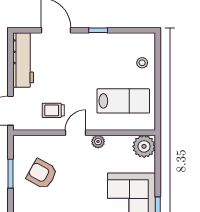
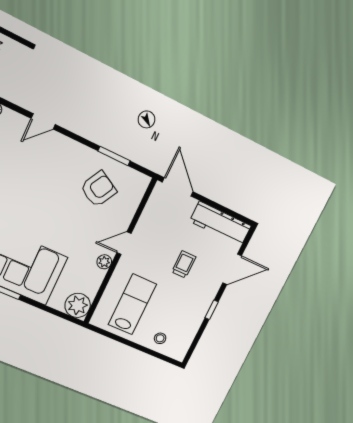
lab bench: (123, 101) -> (132, 304), turned 180
trolley: (53, 110) -> (184, 264), moved
door: (75, 133) -> (124, 243), swing flipped

